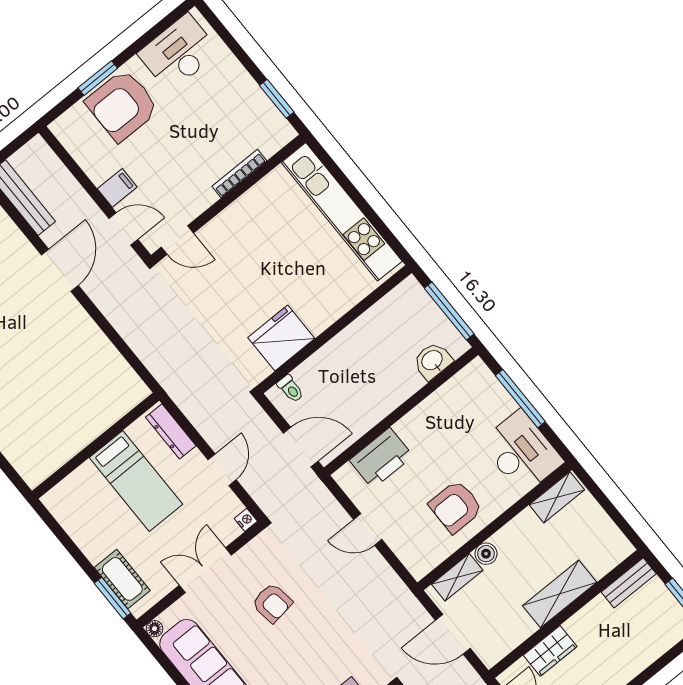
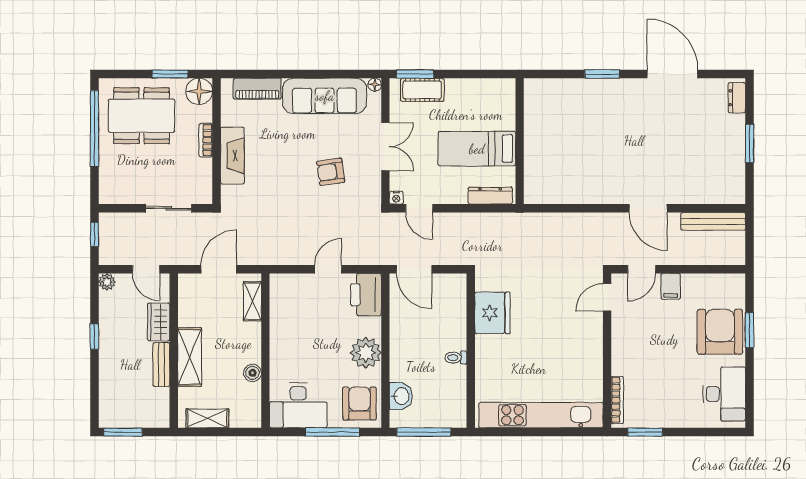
bookcase: (239, 174) -> (617, 400), moved
toilet: (291, 389) -> (456, 358), moved
plant: (418, 428) -> (366, 353), added
door: (301, 447) -> (414, 269), hinge flipped
printer: (381, 458) -> (366, 295), moved
door: (222, 470) -> (419, 208), moved
shelving: (557, 497) -> (207, 418), moved, turned 90
armchair: (456, 507) -> (359, 404), moved
boiler: (486, 554) -> (253, 373), moved
bench: (629, 583) -> (161, 365), moved

